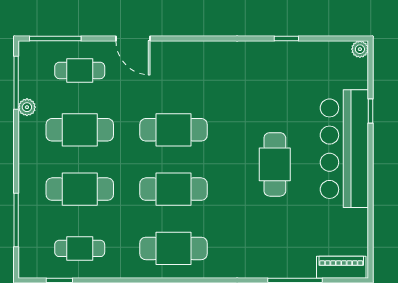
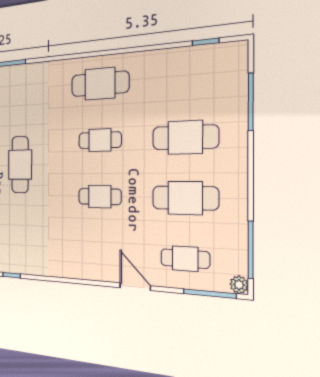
plant: (27, 107) -> (239, 285), moved
cafe table: (174, 130) -> (100, 197), width x0.73, depth x0.74
cafe table: (174, 189) -> (100, 140), width x0.73, depth x0.74
cafe table: (80, 248) -> (185, 77), removed

